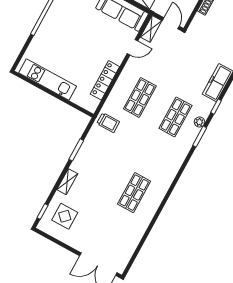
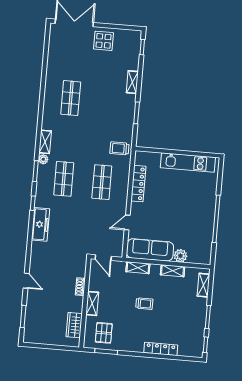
shelving: (151, 29) -> (45, 142), moved
plant: (200, 122) -> (43, 159), moved
display table: (65, 216) -> (104, 41), moved

